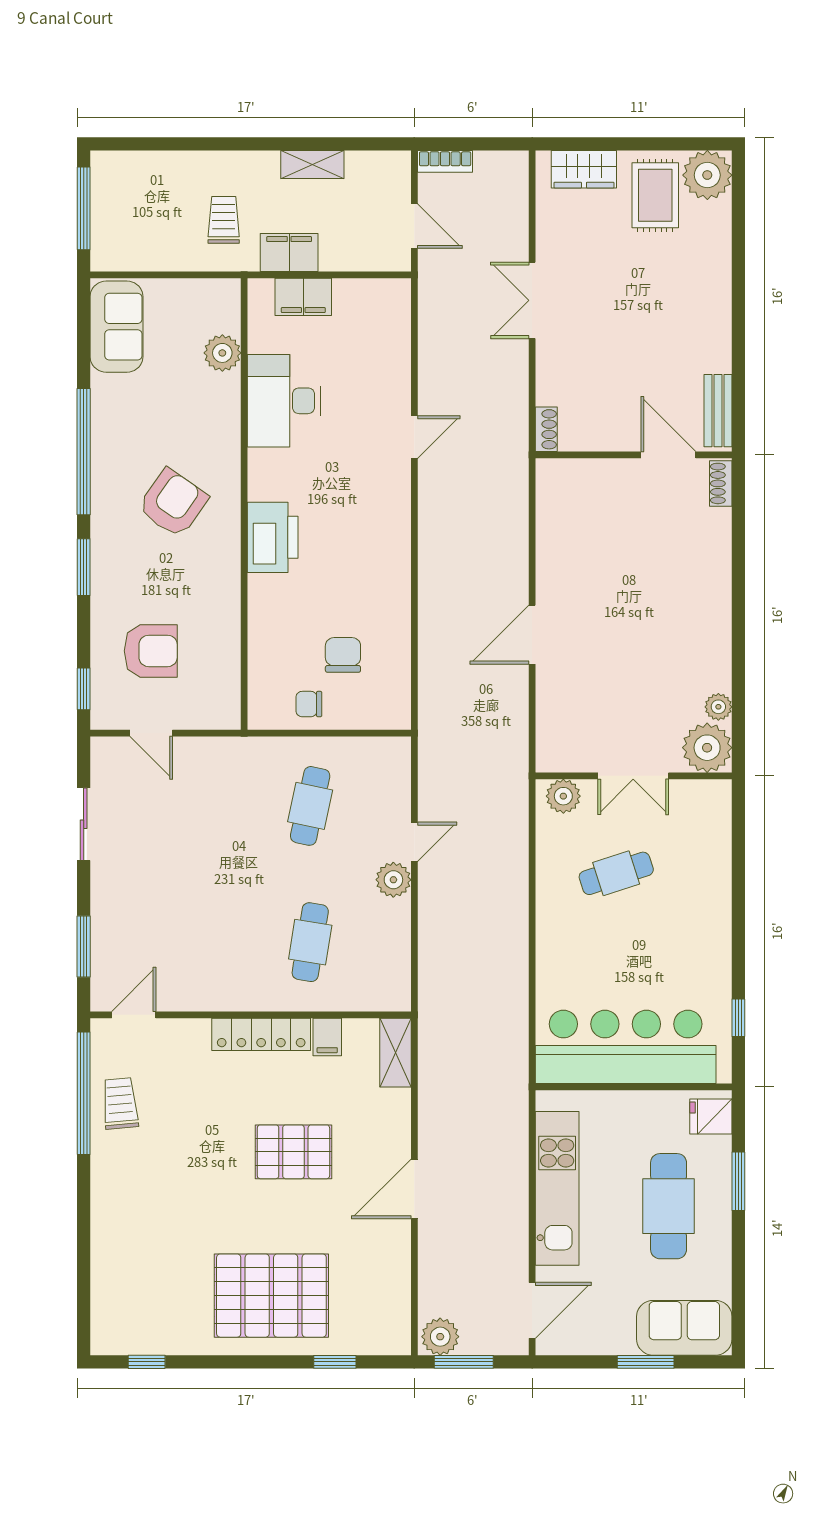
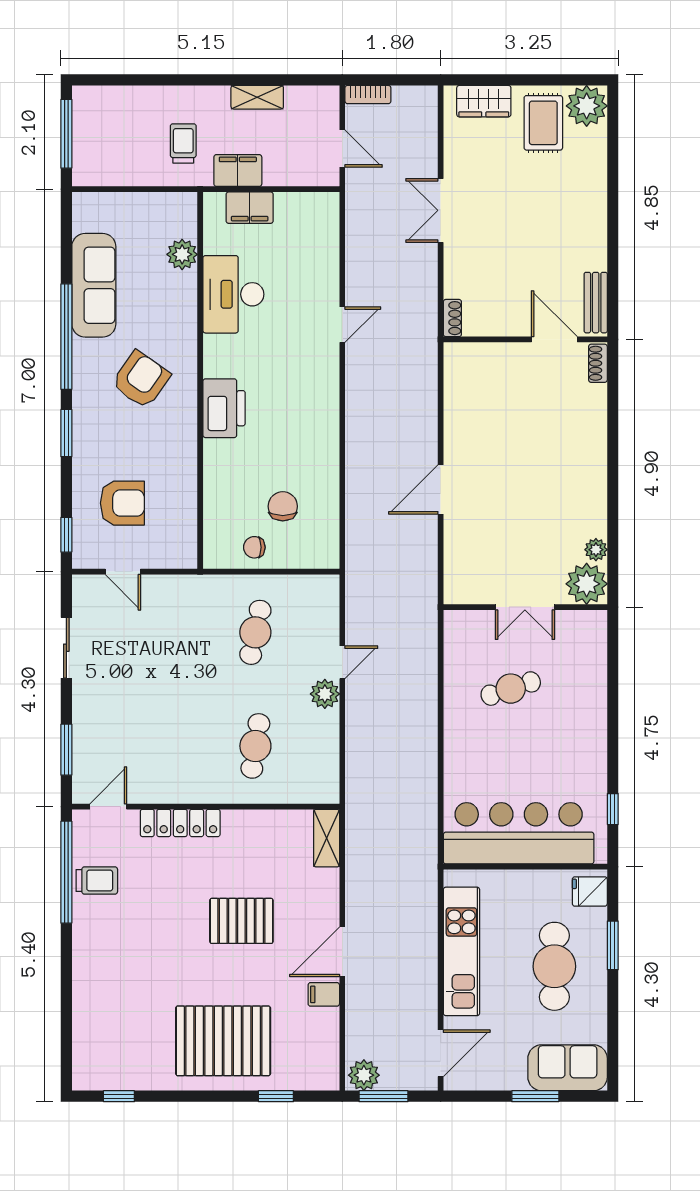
sofa: (117, 327) -> (94, 285), moved, width x1.36
plant: (563, 796) -> (467, 624), removed
locker: (261, 1034) -> (180, 823), moved
filing cabinet: (327, 1037) -> (324, 994), moved, turned 90
trolley: (120, 1103) -> (97, 881), turned 95

